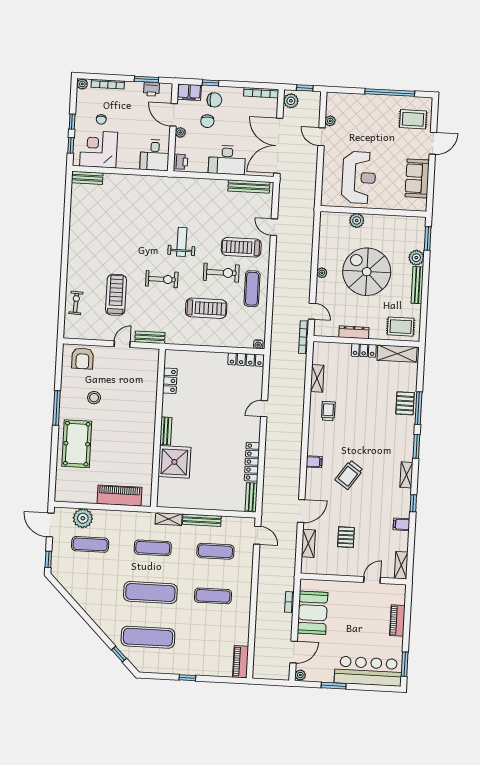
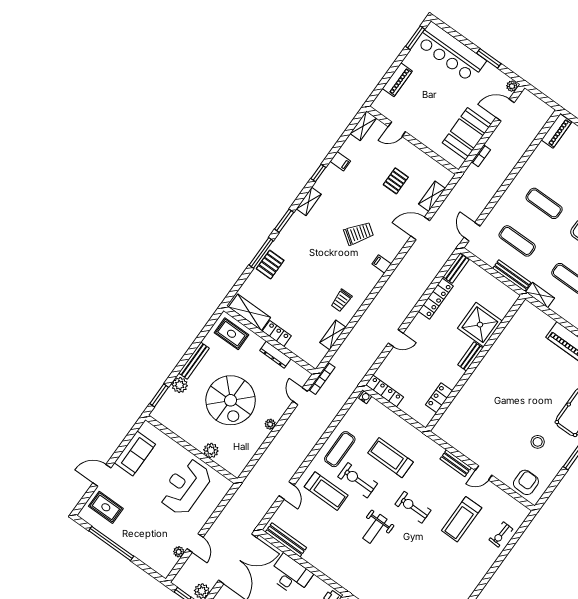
locker: (170, 381) -> (439, 398), moved
wall: (158, 428) -> (475, 363), moved
bench: (166, 431) -> (470, 356), moved
shower: (174, 462) -> (480, 325), moved

